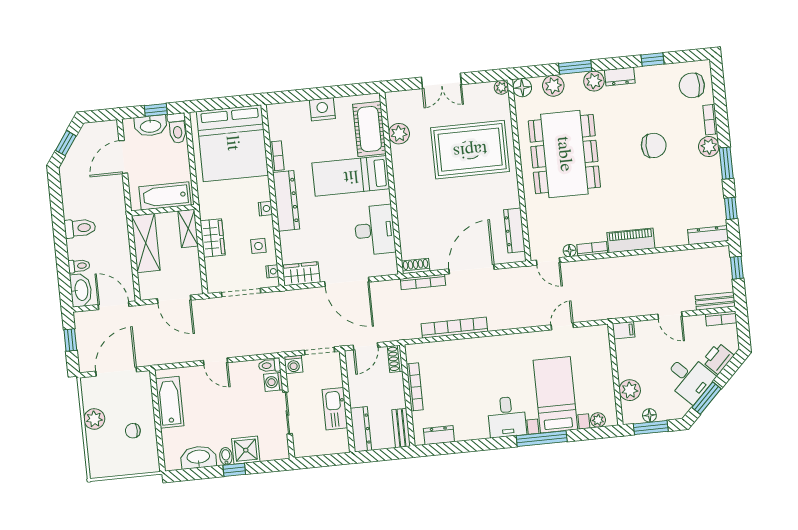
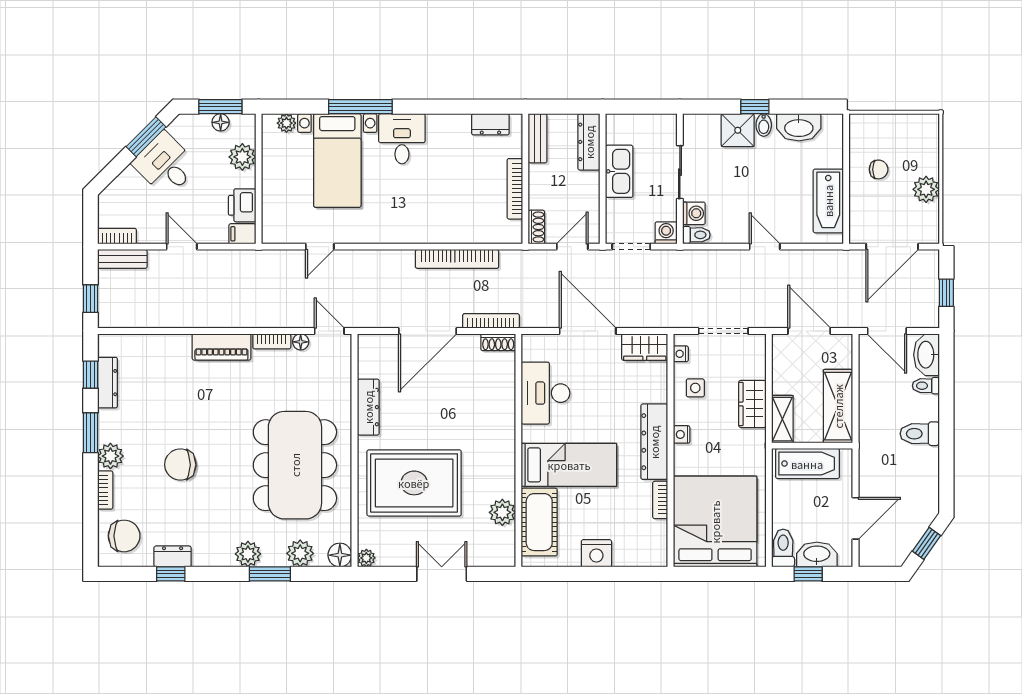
dresser: (620, 77) -> (173, 556), moved
dresser: (514, 231) -> (368, 407), moved
dresser: (708, 235) -> (107, 383), moved, turned -90
printer: (718, 358) -> (242, 205), moved, turned 135

